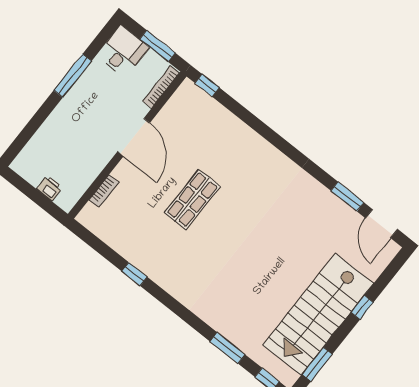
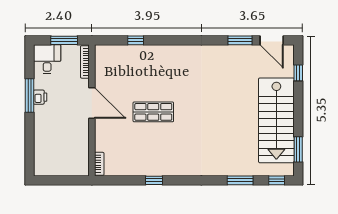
window: (207, 85) -> (136, 40), moved
printer: (50, 188) -> (40, 97), moved, turned 90
bookcase: (104, 191) -> (99, 164), moved
shop shelf: (192, 200) -> (153, 112), turned 90
window: (362, 307) -> (298, 73), moved

